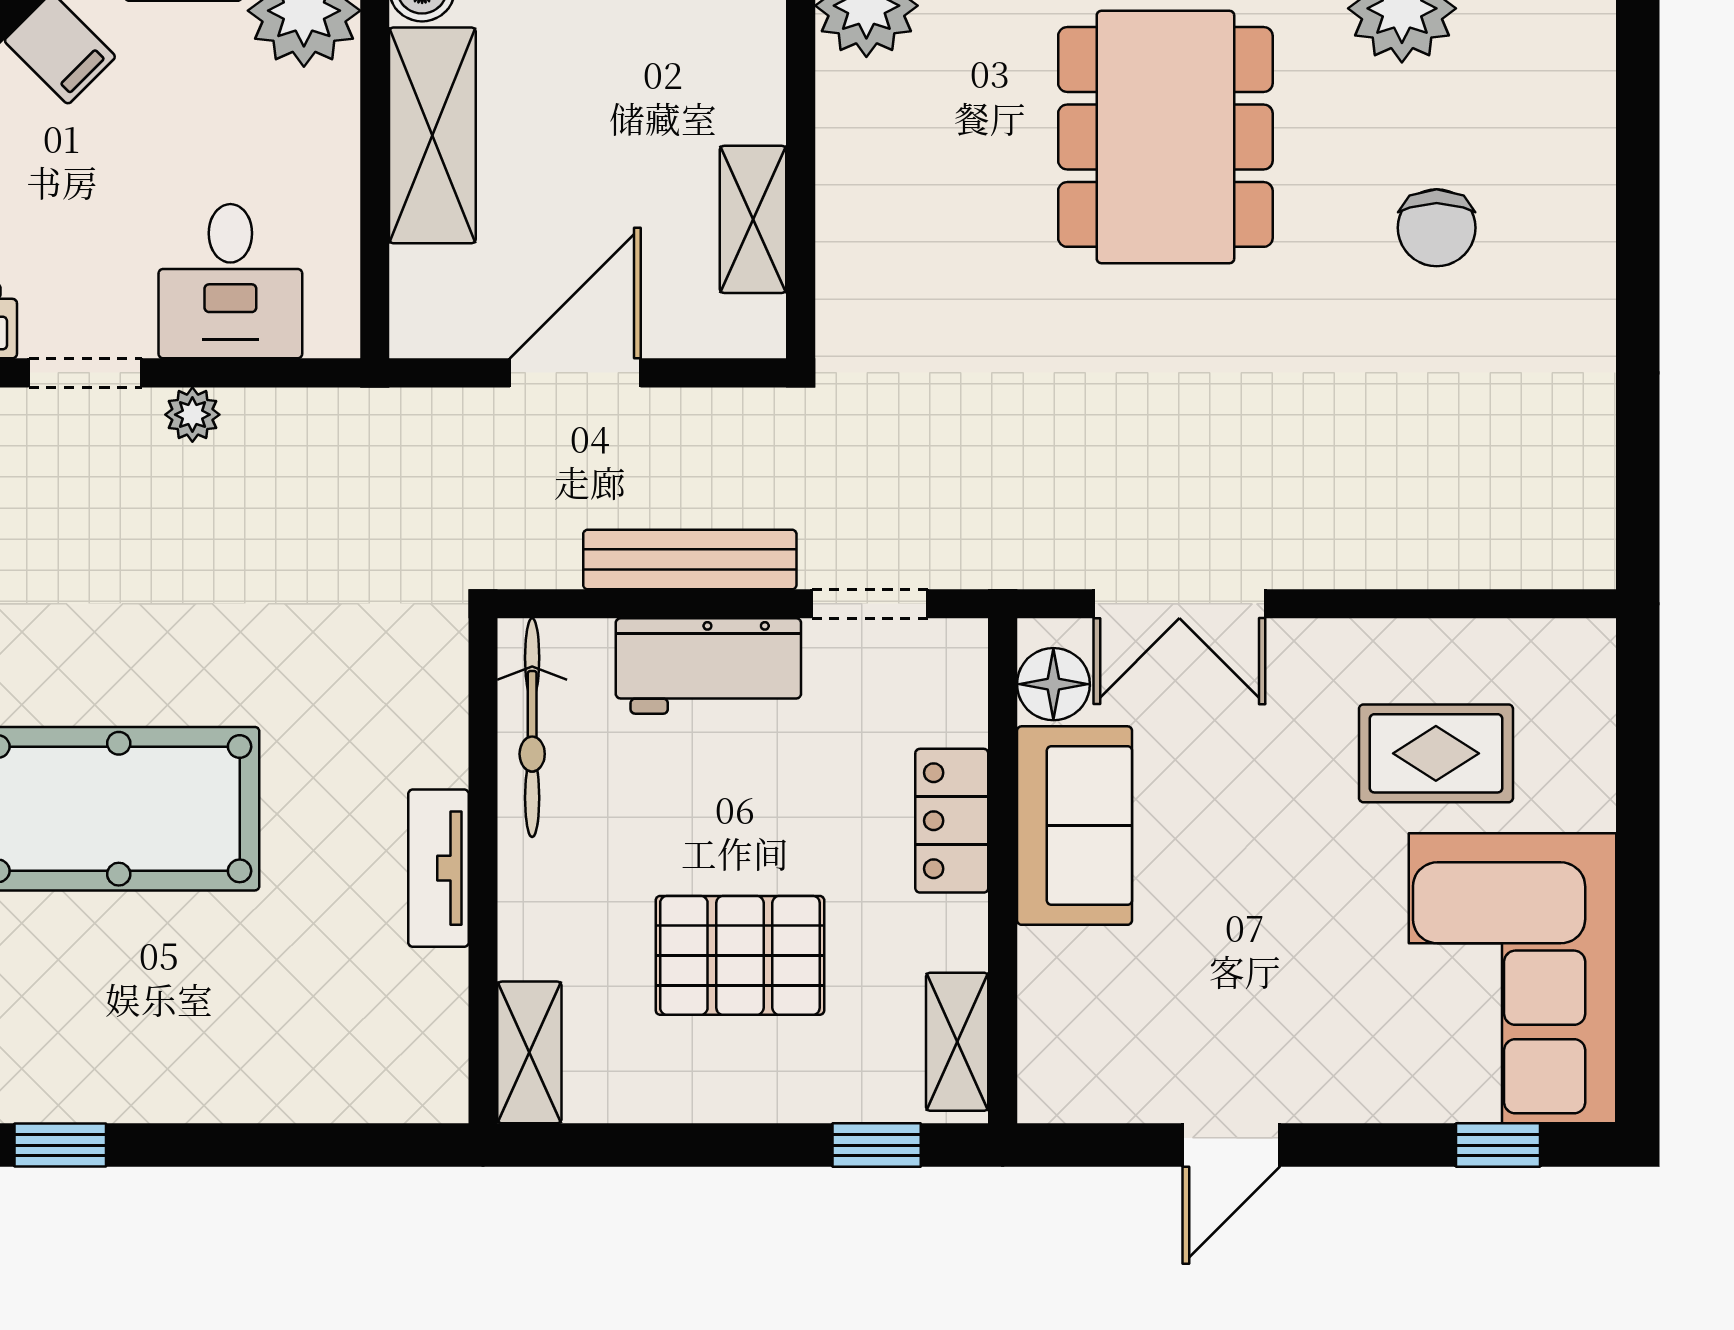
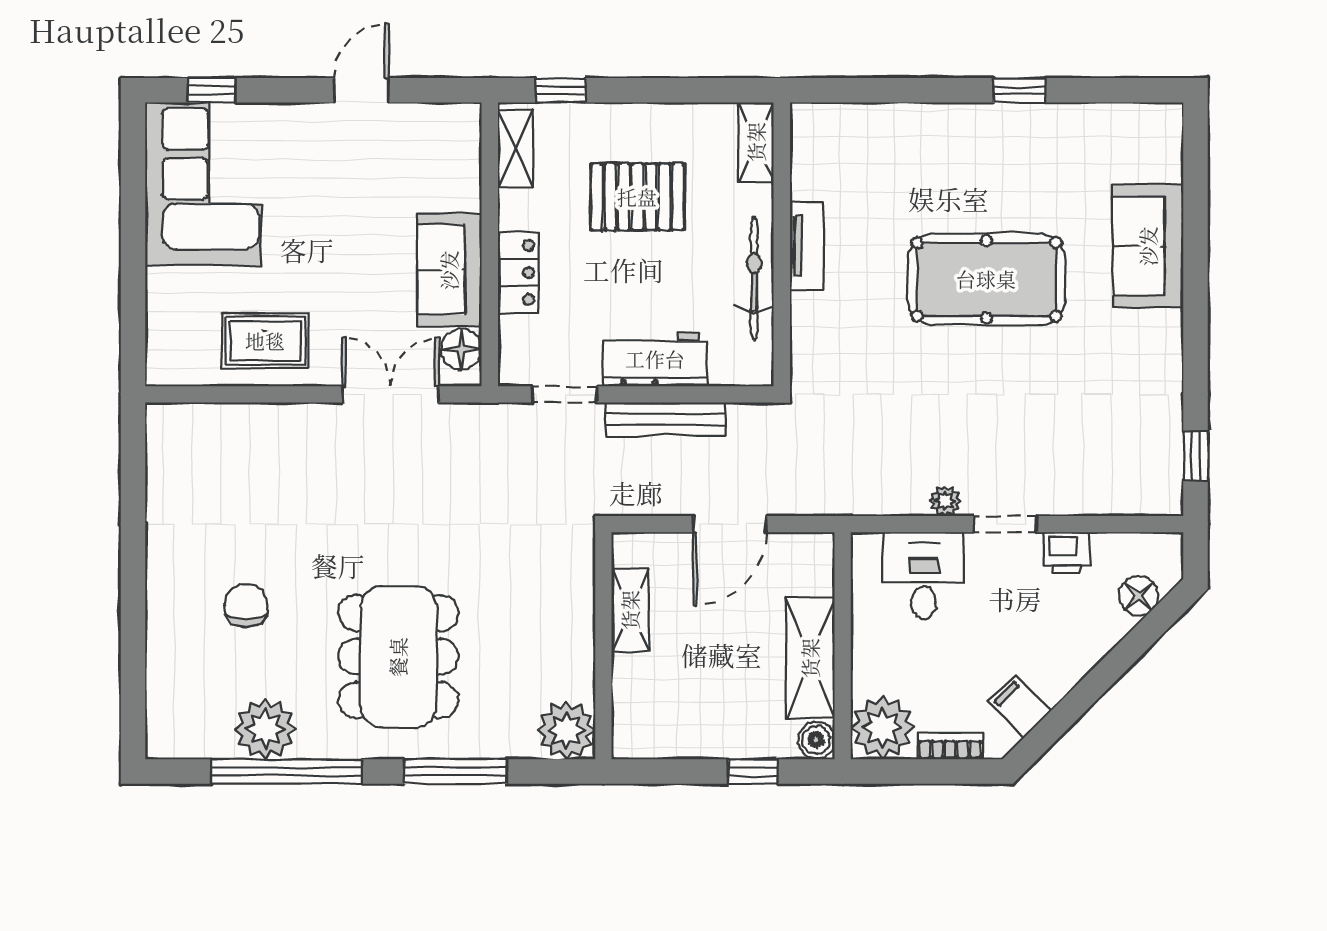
bicycle: (532, 728) -> (754, 278), moved
rug: (1436, 753) -> (265, 341), moved

